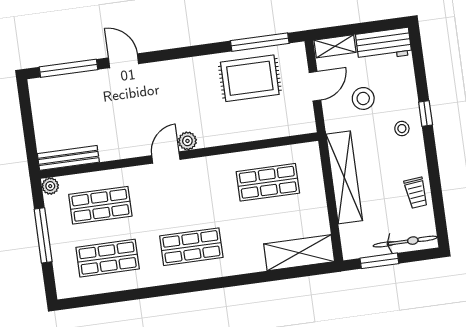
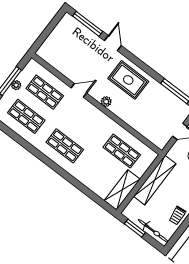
rug: (250, 78) -> (128, 80), moved
door: (166, 157) -> (79, 90), moved
bench: (68, 158) -> (51, 60), removed
plant: (50, 186) -> (16, 85), moved
shelving: (299, 253) -> (122, 190), moved, turned 90

